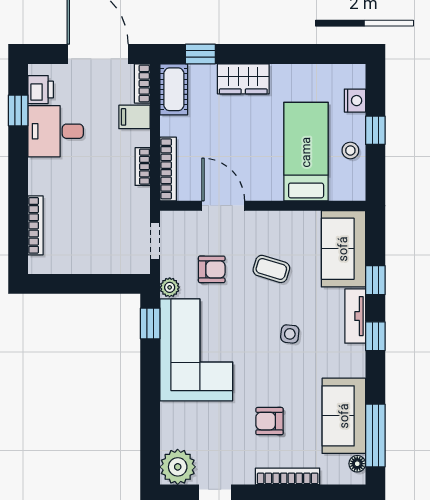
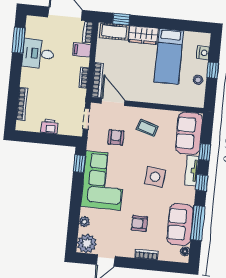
cot: (174, 89) -> (114, 31), moved, turned 90
printer: (41, 90) -> (49, 126), moved, turned -90
window: (18, 110) -> (19, 40), width x1.50
bed: (306, 152) -> (169, 56), moved, turned 180
door: (223, 206) -> (113, 102), moved
armchair: (212, 269) -> (116, 137), turned -90
coffee table: (271, 269) -> (147, 128), moved
plant: (170, 287) -> (84, 222), moved
side table: (290, 334) -> (155, 177), width x1.87, depth x1.87
window: (375, 436) -> (198, 223), moved
bookcase: (288, 476) -> (146, 255), width x0.64

